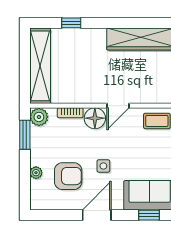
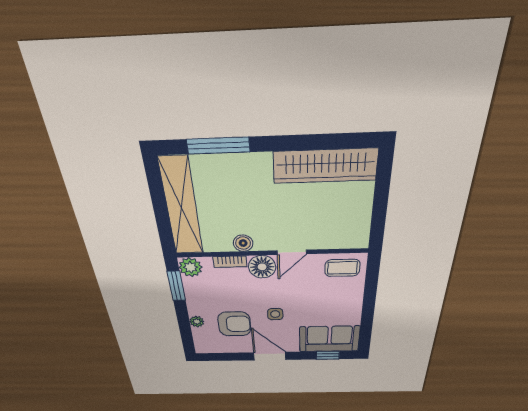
window: (71, 23) -> (218, 146), width x2.17
boiler: (82, 97) -> (243, 243), added
door: (97, 215) -> (270, 356), hinge flipped

